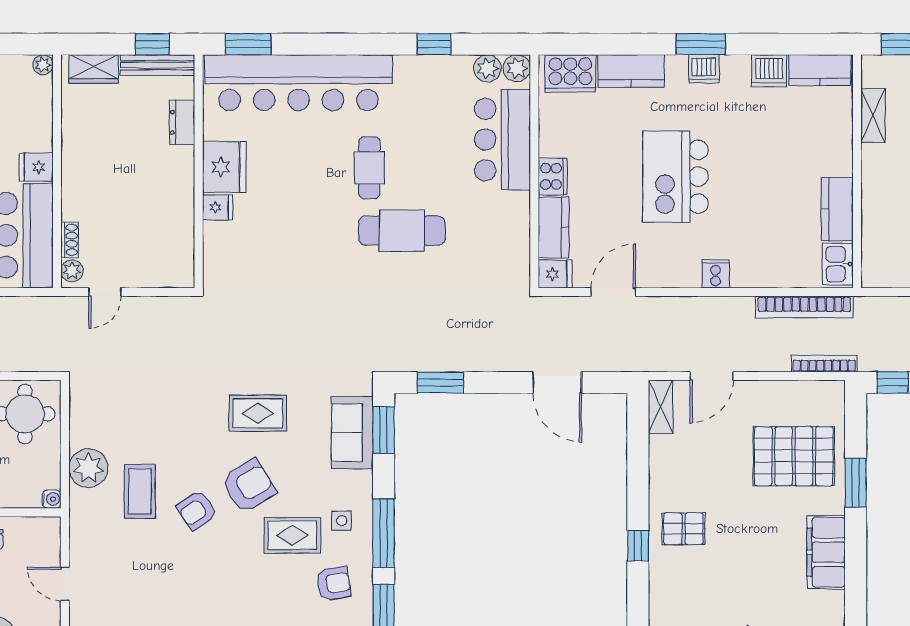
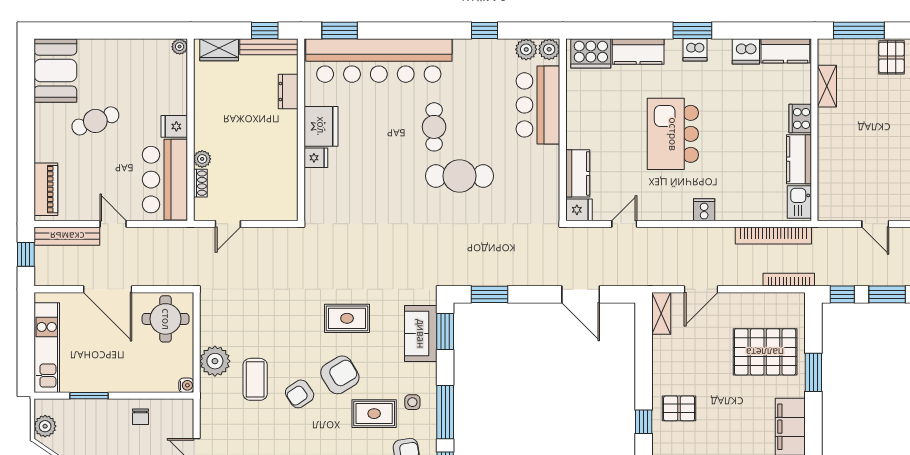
cooker: (553, 176) -> (800, 118), moved, turned 180
plant: (72, 271) -> (202, 159), moved
door: (613, 292) -> (624, 224), width x0.73

